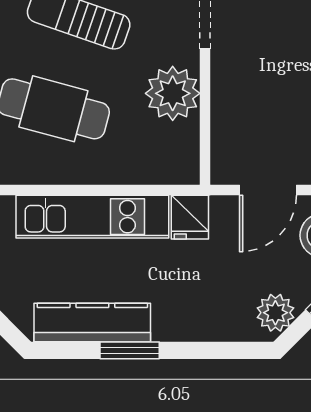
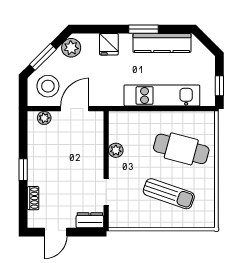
plant: (173, 93) -> (116, 150), width x0.53, depth x0.53
fridge: (190, 217) -> (109, 44), moved, turned 180

